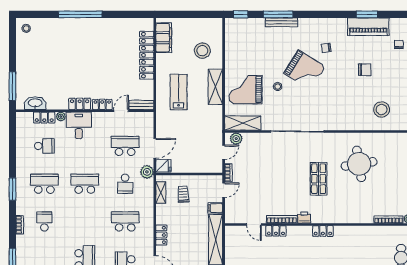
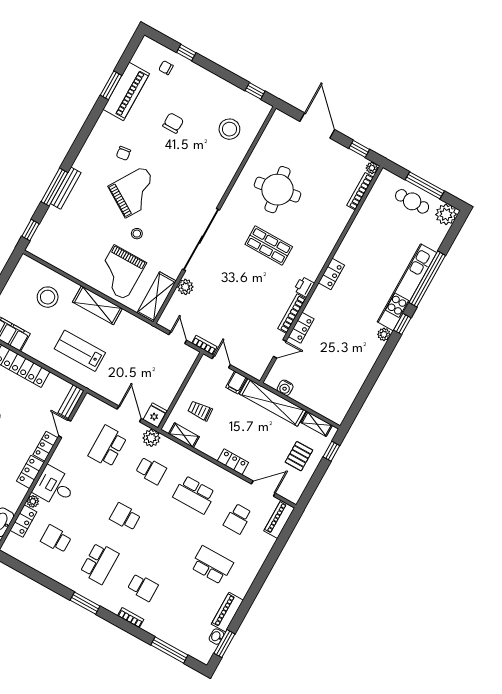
plant: (236, 139) -> (185, 287), moved
school desk: (44, 146) -> (56, 539), turned -90
school desk: (44, 184) -> (99, 563), turned 180
school desk: (85, 184) -> (125, 517), width x0.54
school desk: (44, 221) -> (143, 587), turned 180
school desk: (125, 221) -> (194, 495), turned -90
water cooler: (230, 242) -> (285, 388), added

